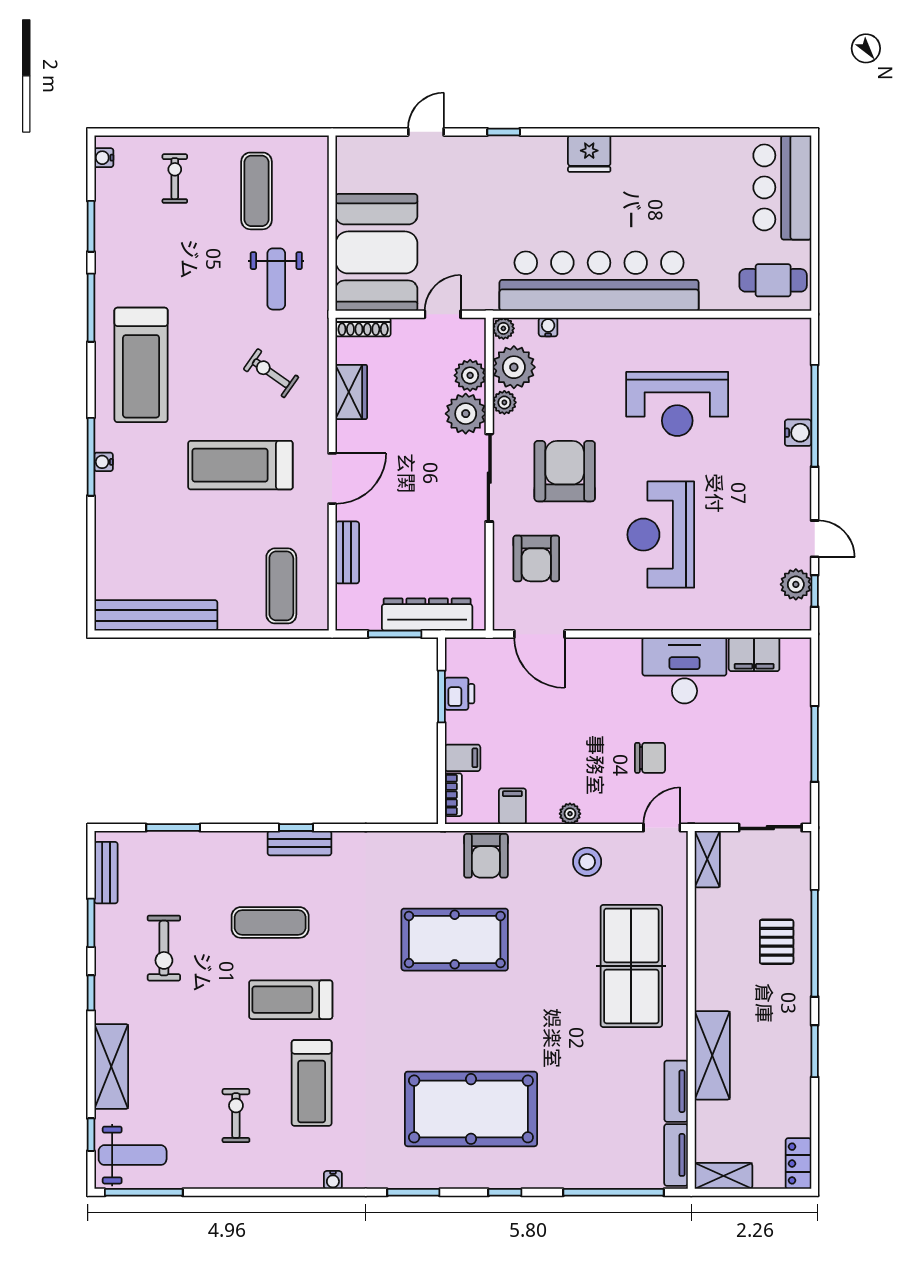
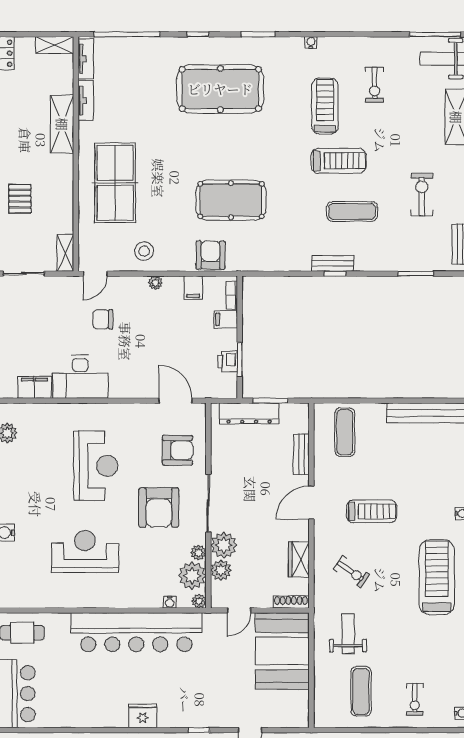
treadmill: (240, 465) -> (372, 511), width x0.73, depth x0.73
armchair: (536, 558) -> (177, 450), turned 90

